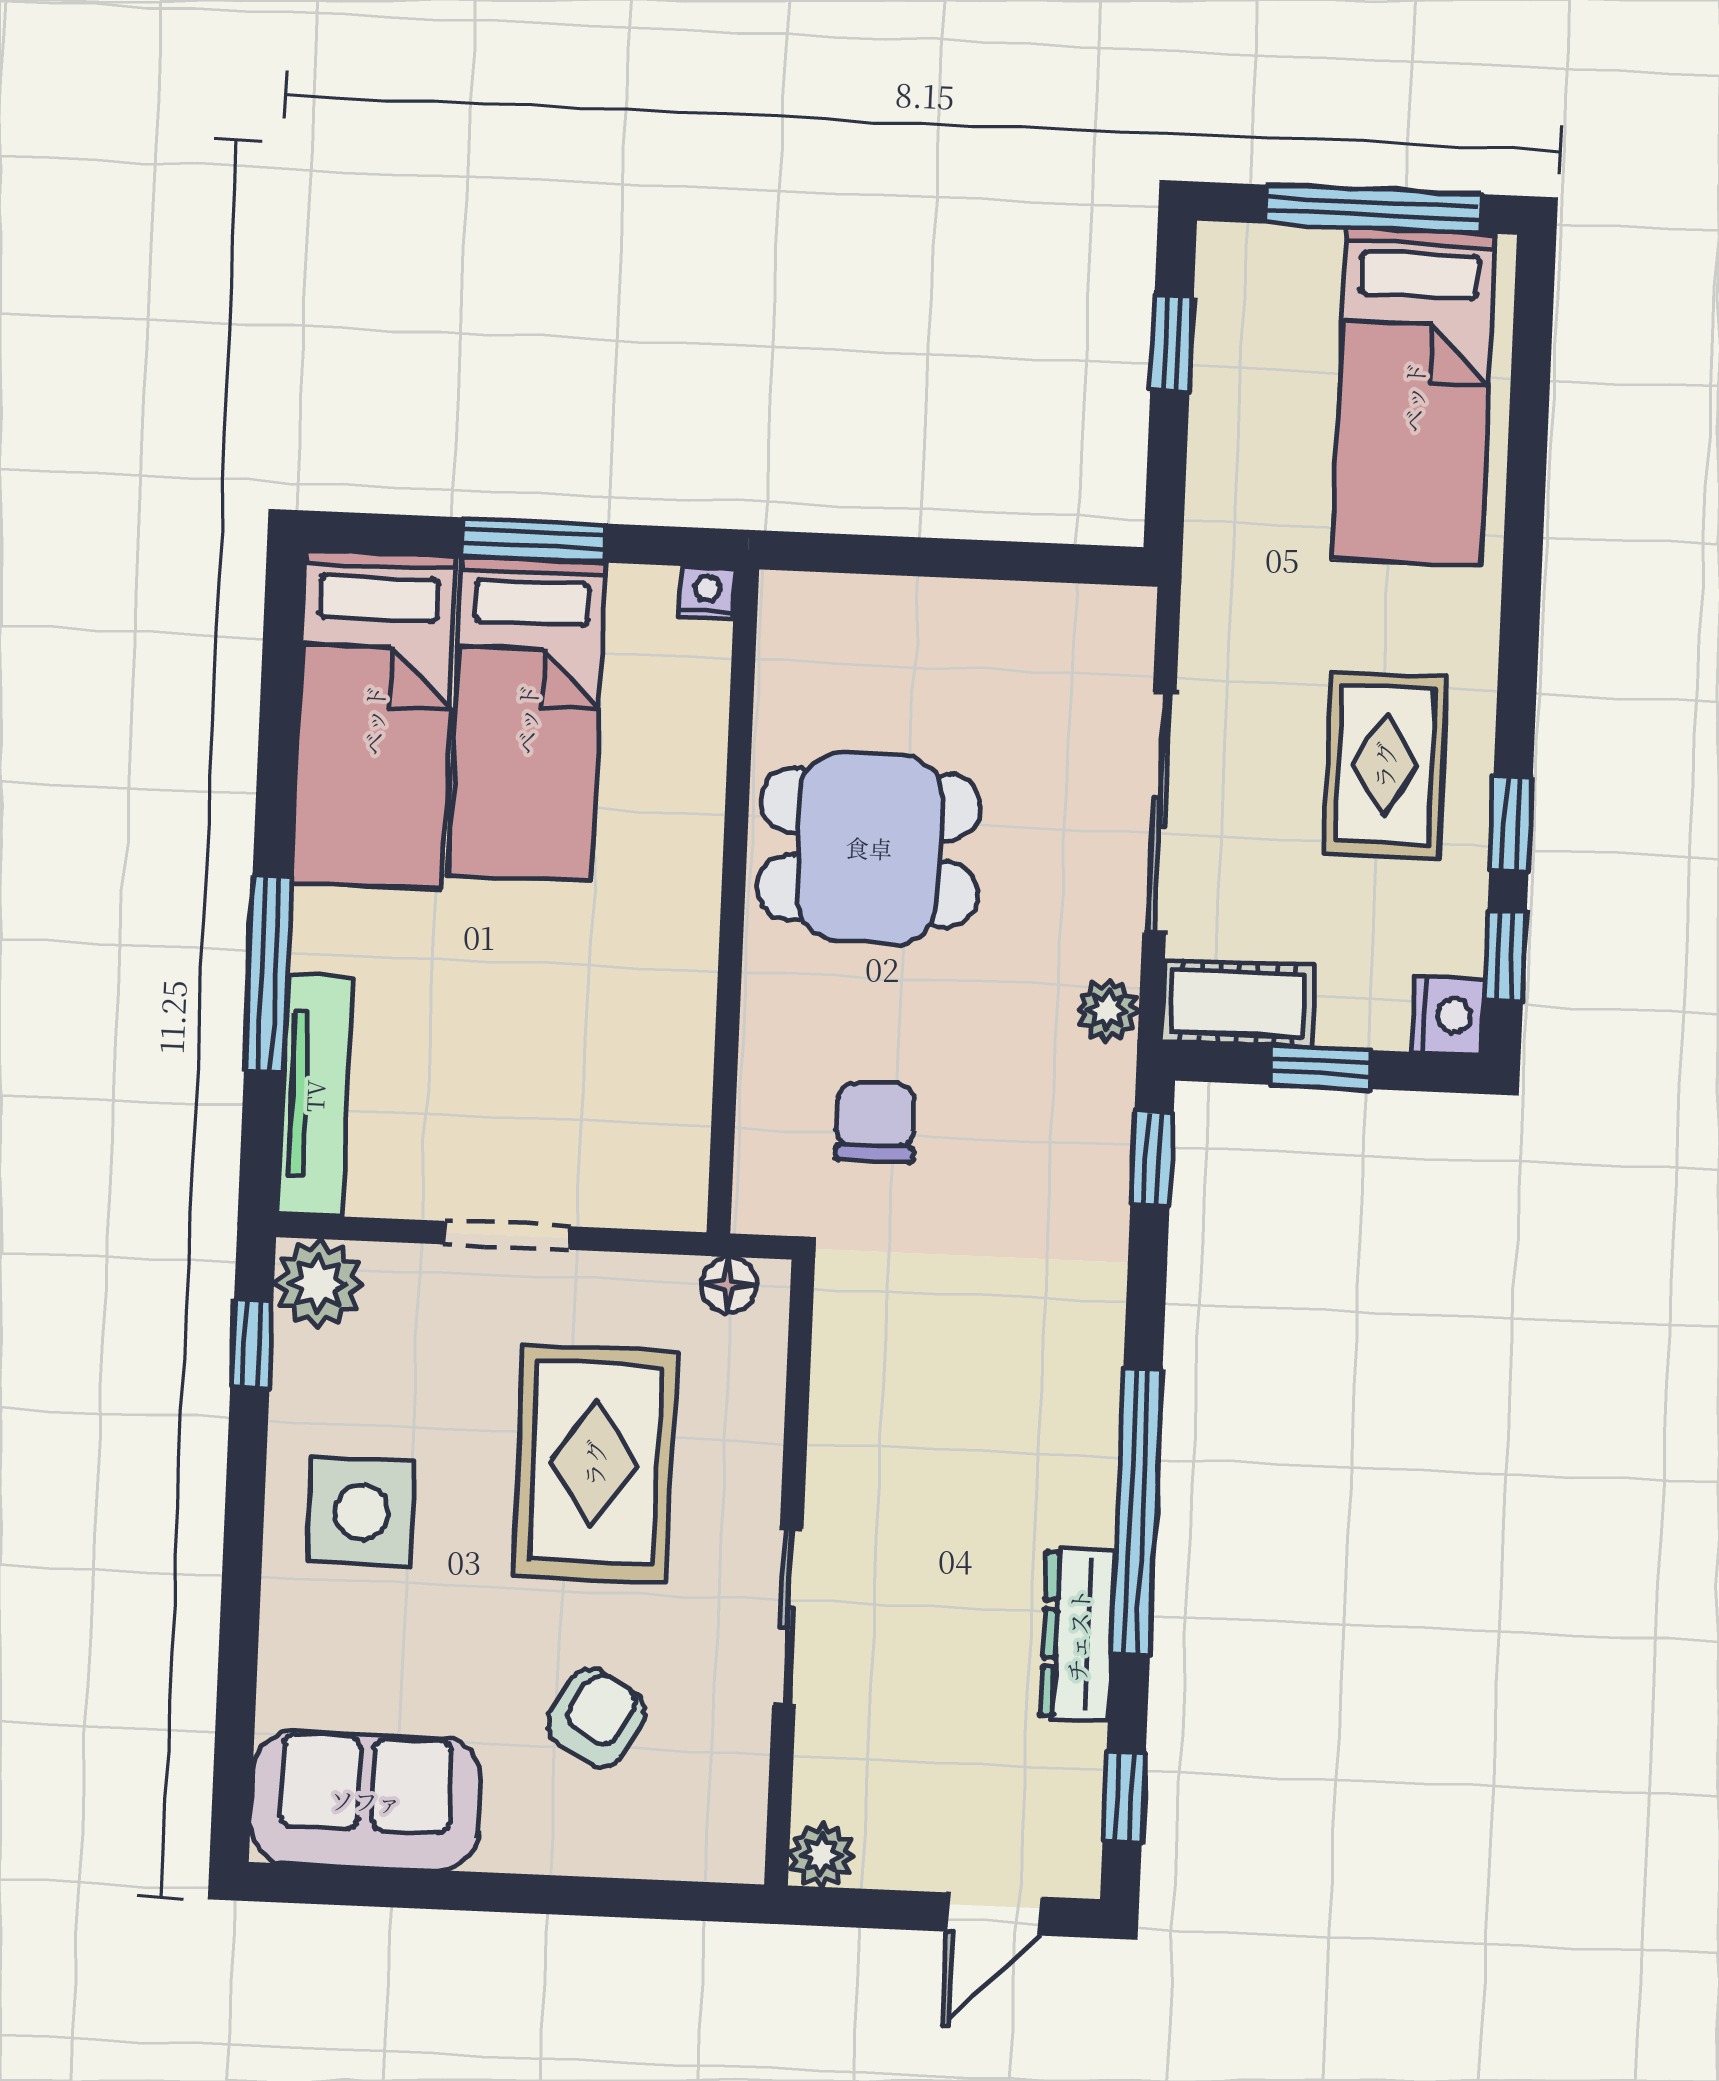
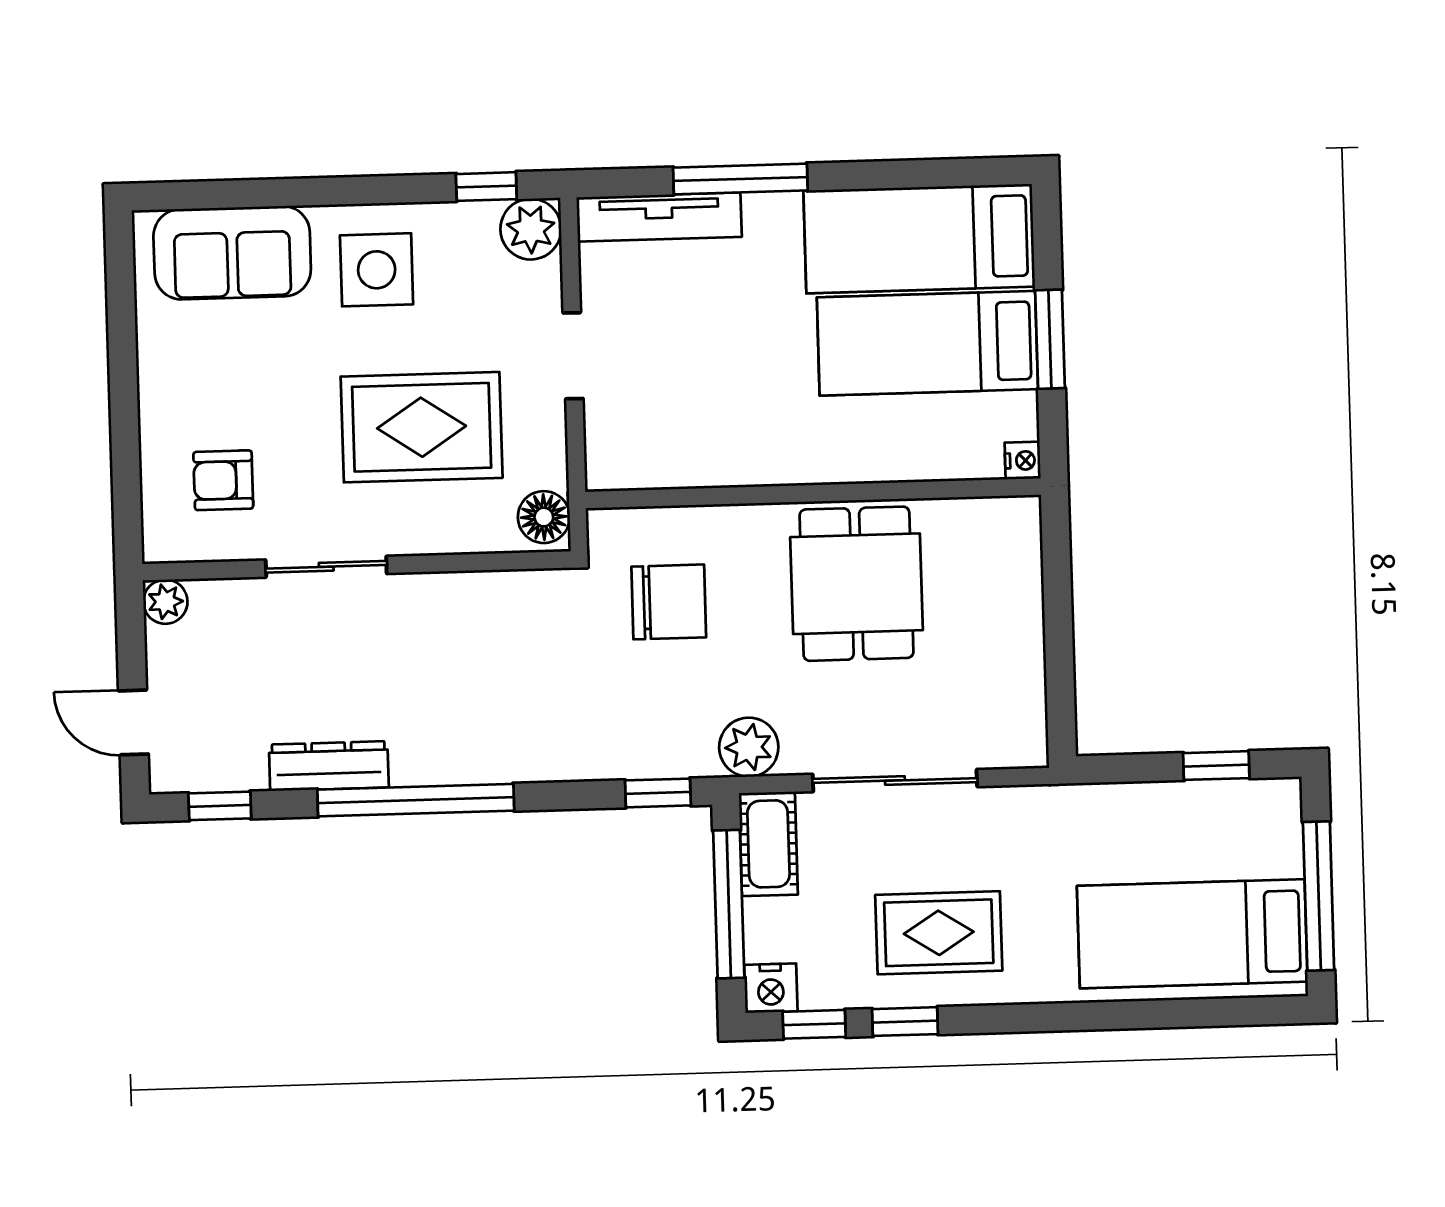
plant: (1108, 1010) -> (749, 747), width x1.38, depth x1.38
window: (1321, 1068) -> (729, 904), width x2.17
chair: (876, 1123) -> (669, 602), width x1.37, depth x1.37
floor lamp: (729, 1285) -> (544, 517), width x1.37, depth x1.37
armchair: (596, 1718) -> (223, 480), moved, turned 150
sofa: (366, 1801) -> (232, 253), moved, turned 90

